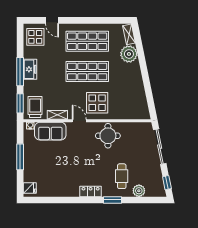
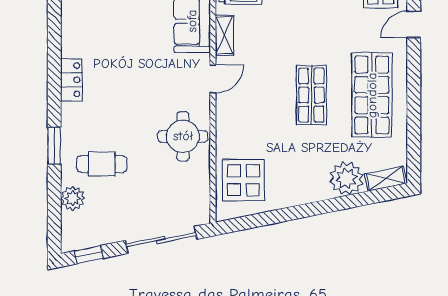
shop shelf: (87, 72) -> (311, 95), width x0.70, depth x0.74
display table: (97, 103) -> (243, 180), moved
locker: (91, 191) -> (71, 80), moved

